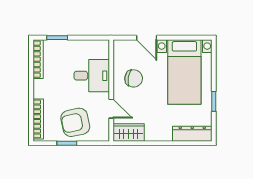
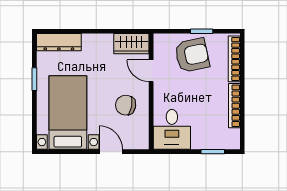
bookcase: (38, 59) -> (234, 106), moved
desk: (92, 76) -> (172, 129), moved, turned -90

